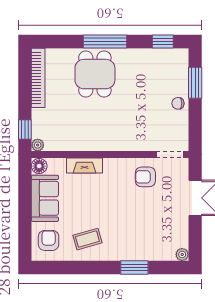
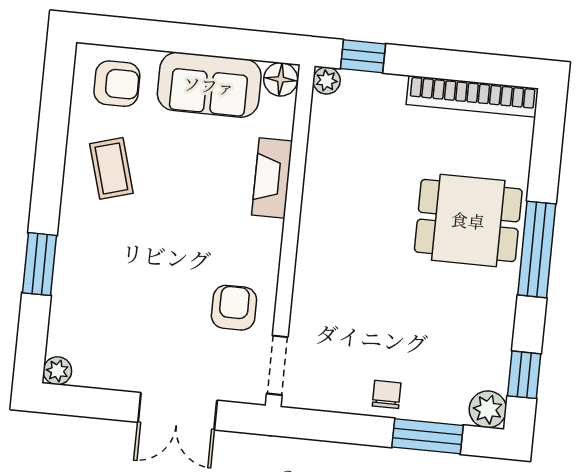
plant: (180, 57) -> (488, 409), added

